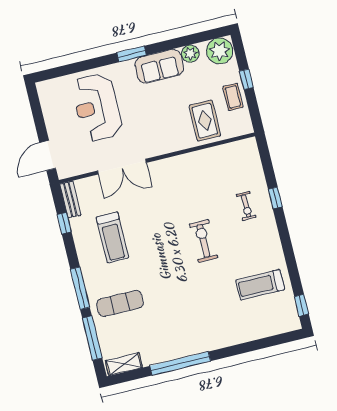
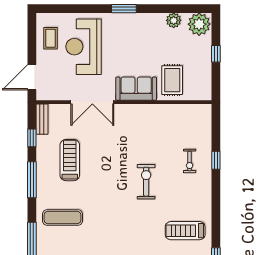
sofa: (159, 66) -> (136, 89), moved, turned 180
coffee table: (233, 97) -> (50, 38), moved
treadmill: (112, 237) -> (70, 160), turned 180
window: (80, 288) -> (32, 180), moved

